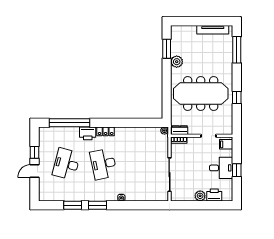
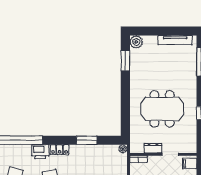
plant: (177, 62) -> (136, 42), moved
meeting table: (201, 94) -> (162, 109), width x0.73
window: (131, 123) -> (87, 140), added
dresser: (180, 130) -> (153, 148), moved

